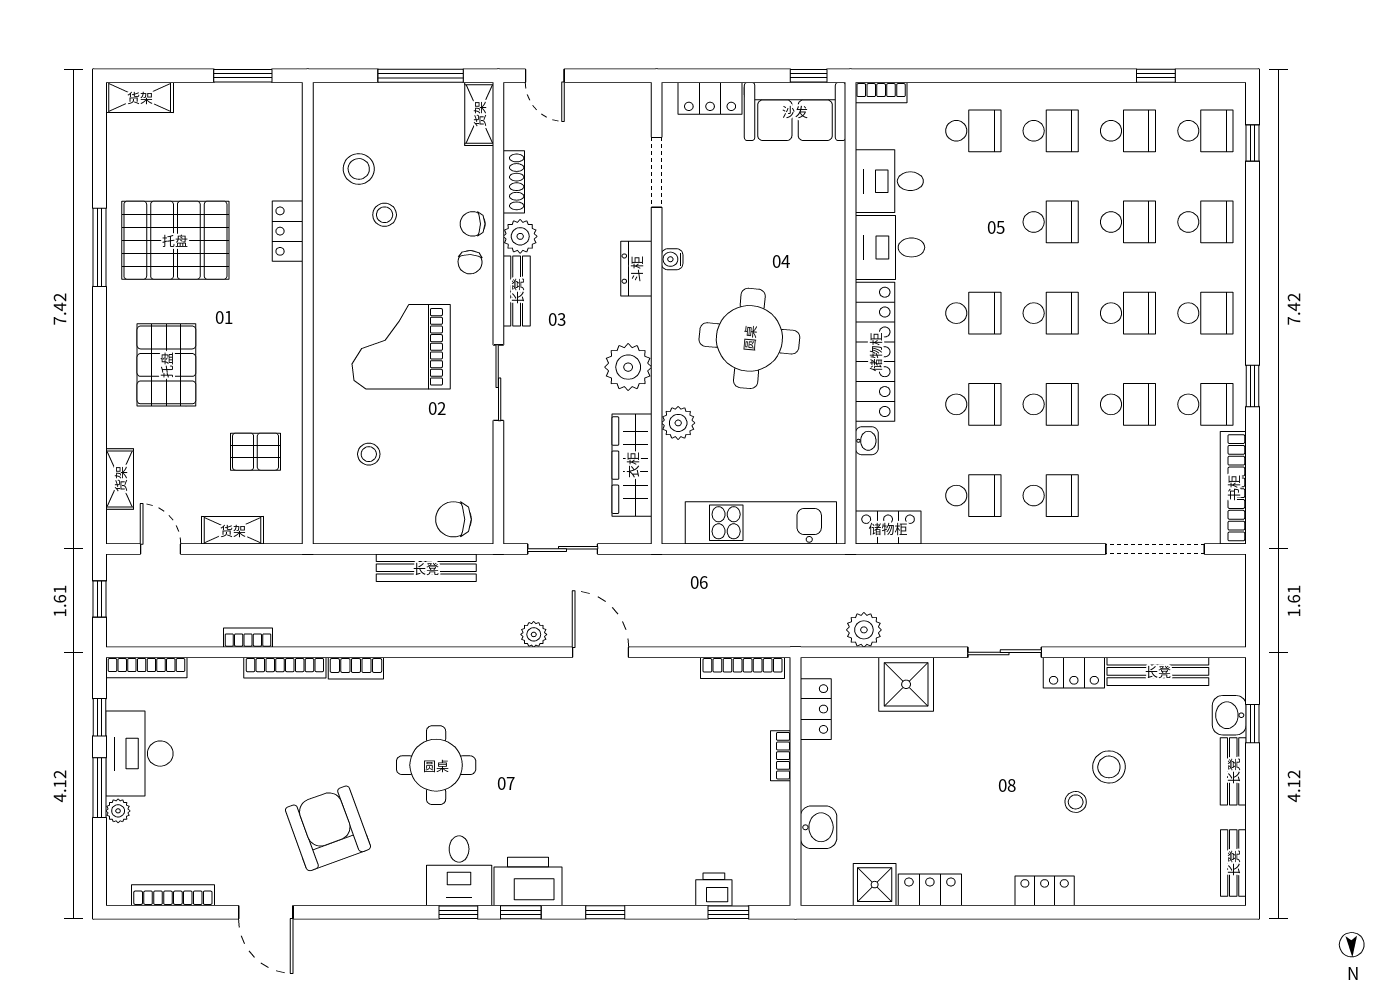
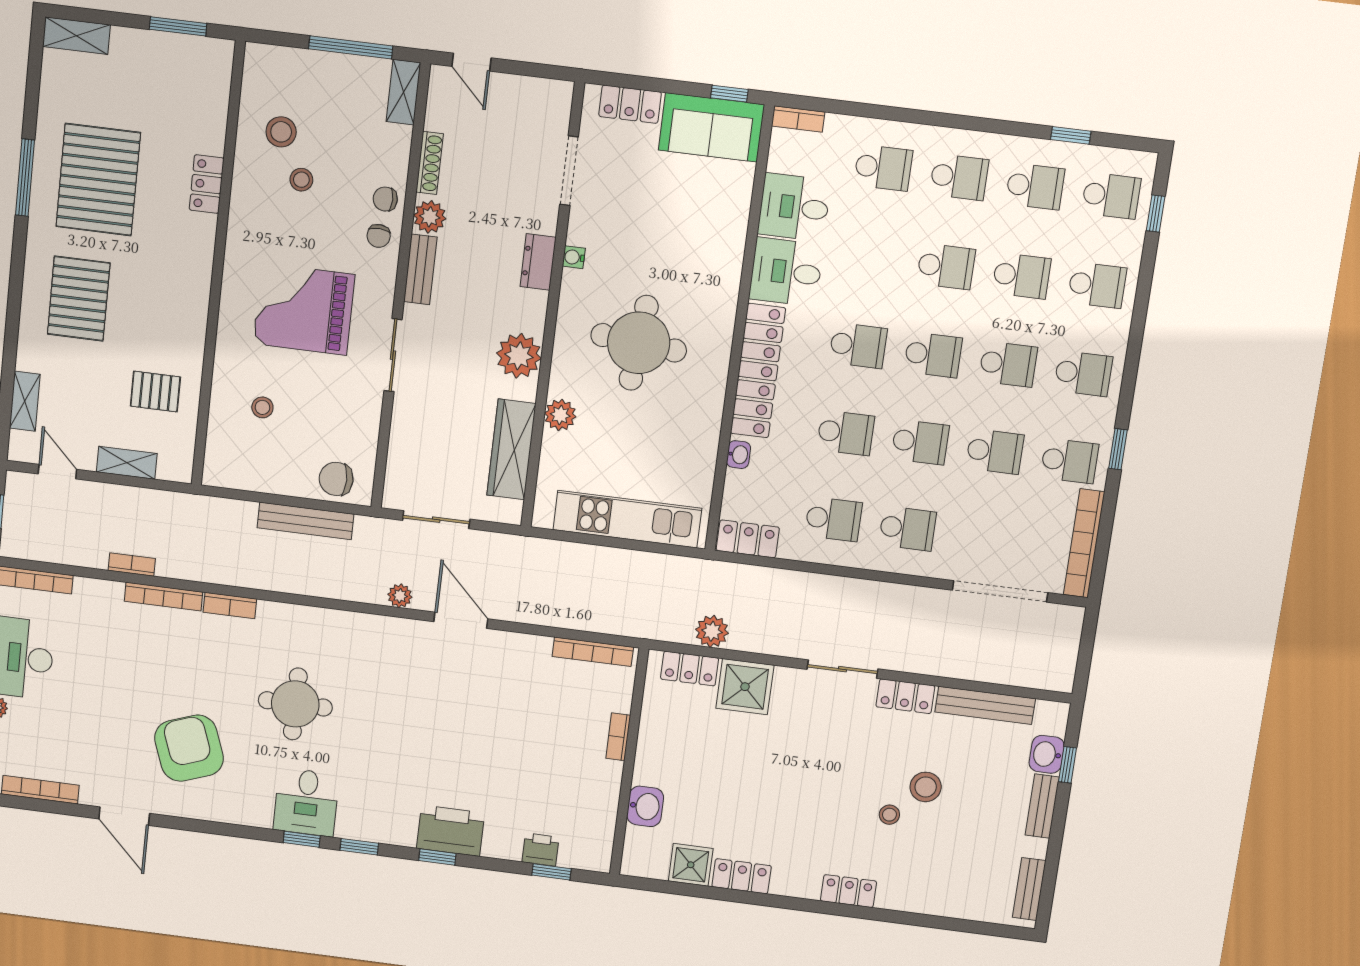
pallet: (175, 240) -> (98, 180), turned 90
locker: (816, 709) -> (690, 669), moved, turned 90
printer: (528, 881) -> (450, 831), moved

